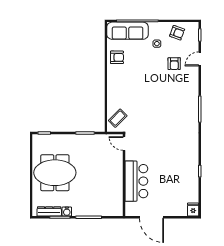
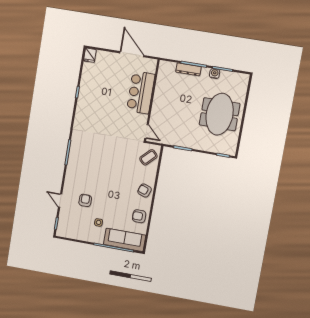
armchair: (177, 33) -> (145, 190), moved
door: (200, 59) -> (60, 201), swing flipped
meeting table: (55, 173) -> (220, 114), turned 90
dresser: (49, 211) -> (188, 69), moved

